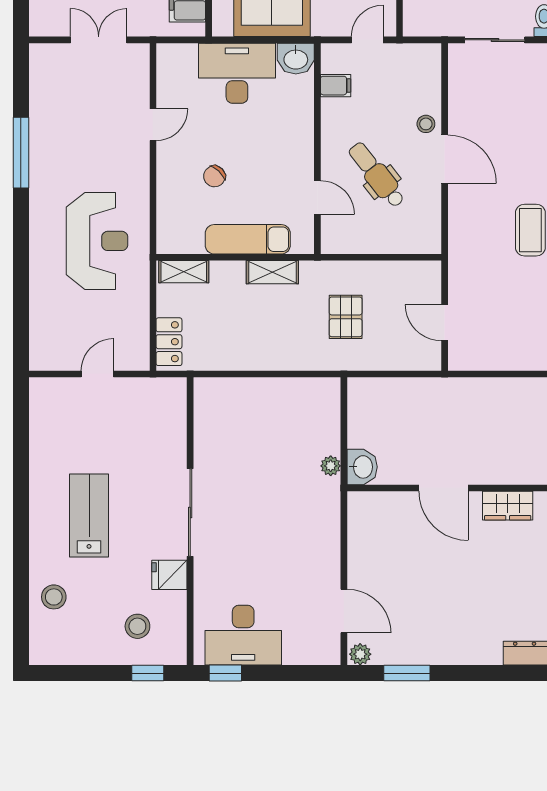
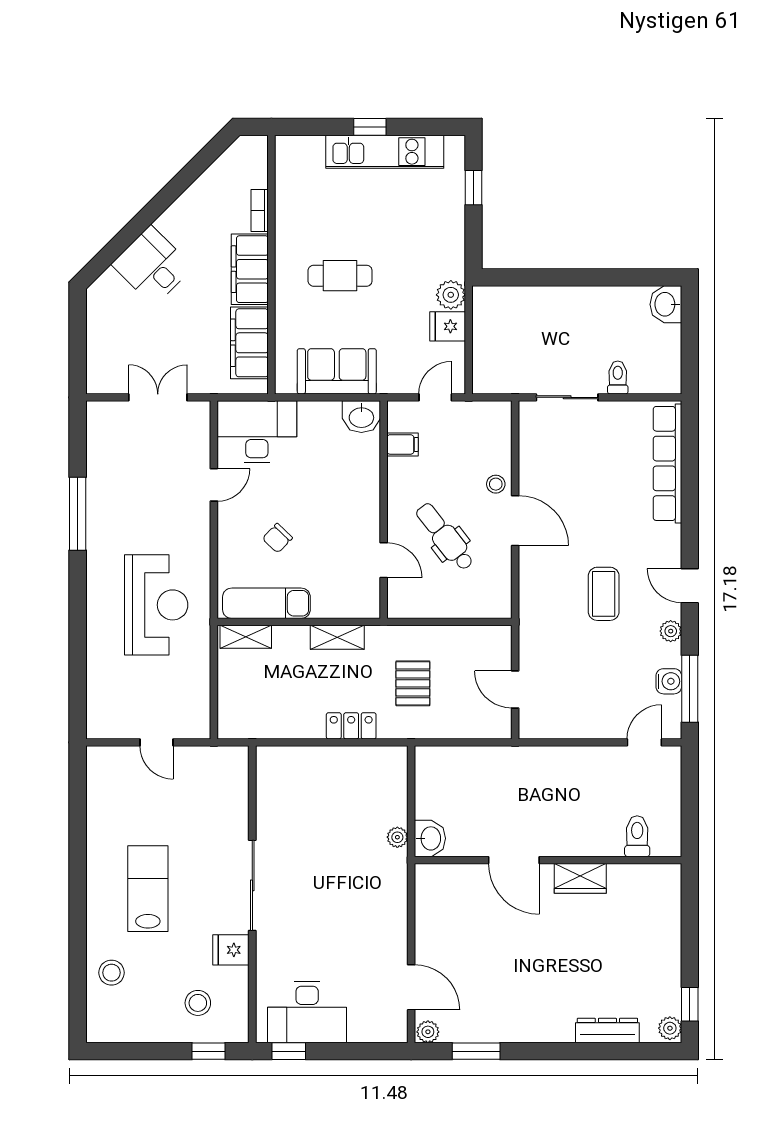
desk: (237, 73) -> (257, 432), moved
exam couch: (248, 239) -> (266, 603), moved
locker: (169, 342) -> (351, 726), moved, turned -90
door: (97, 374) -> (157, 742), swing flipped

